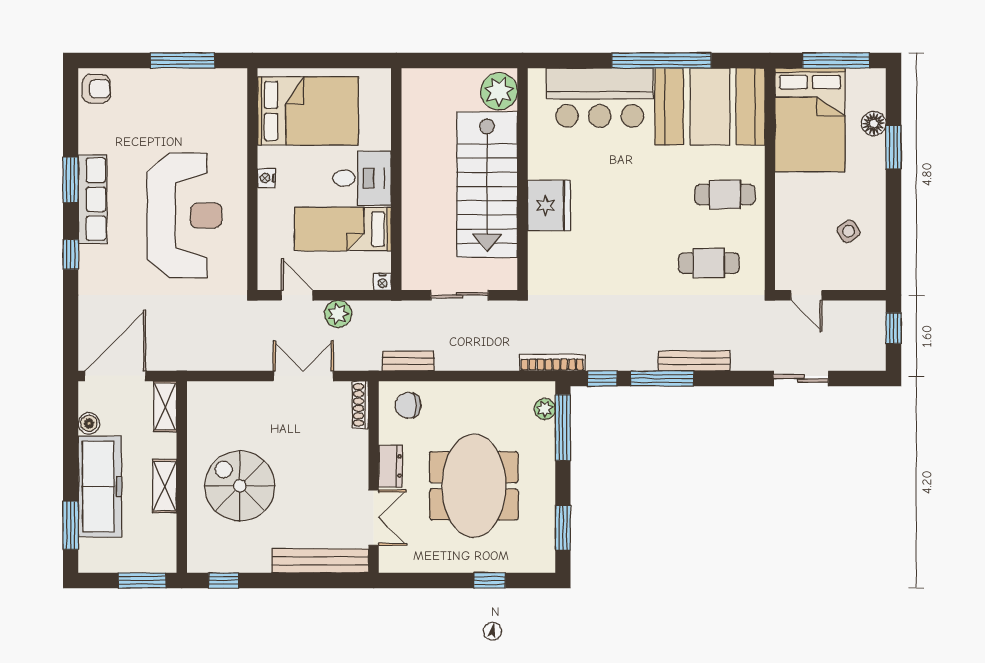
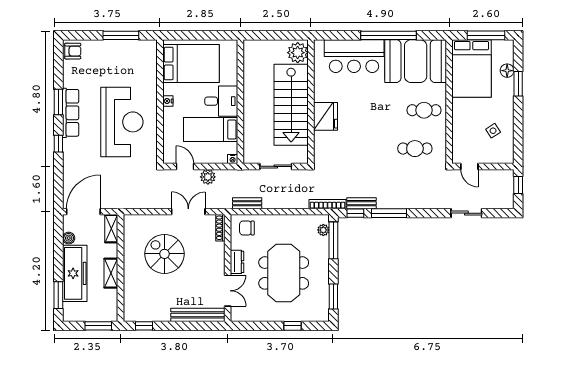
bench: (694, 361) -> (362, 203), moved, width x0.73
spiral stairs: (240, 486) -> (164, 254), moved

